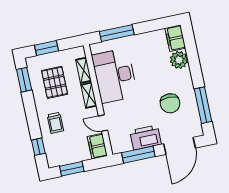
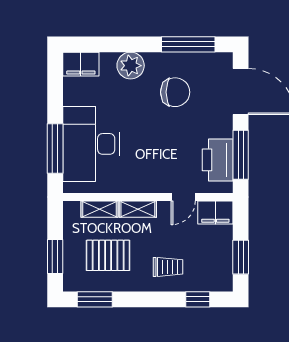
plant: (179, 60) -> (131, 66), moved
desk: (115, 76) -> (91, 144), moved, turned 90
printer: (146, 137) -> (218, 160), moved

